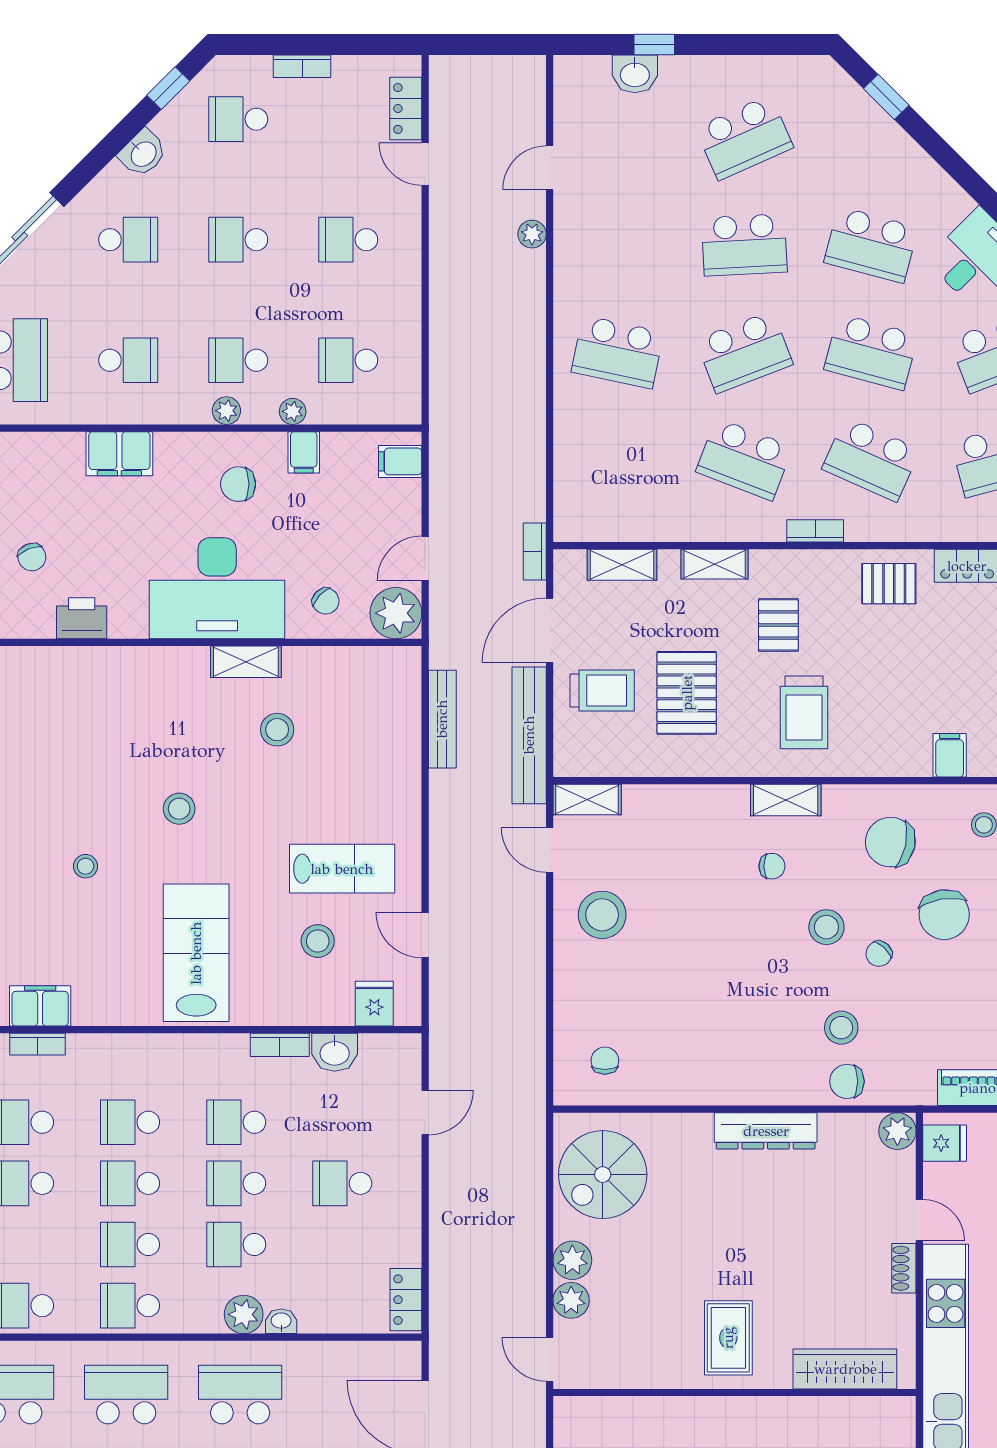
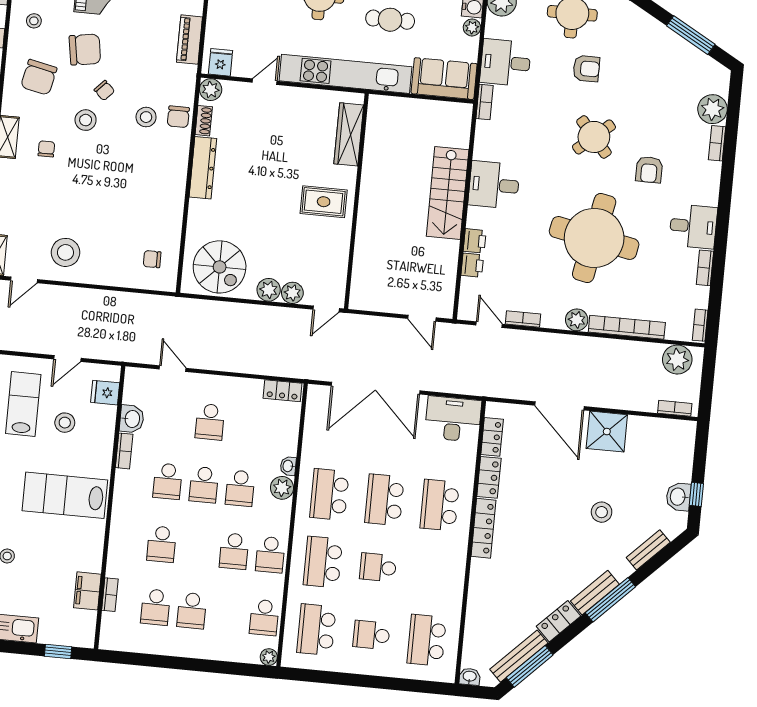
school desk: (130, 1183) -> (198, 548), removed
shoe rack: (904, 1268) -> (204, 121), moved, turned -90

